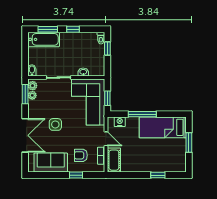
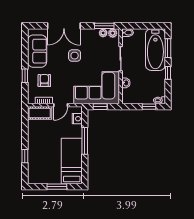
bathtub: (44, 39) -> (155, 50), width x1.36, depth x1.36

